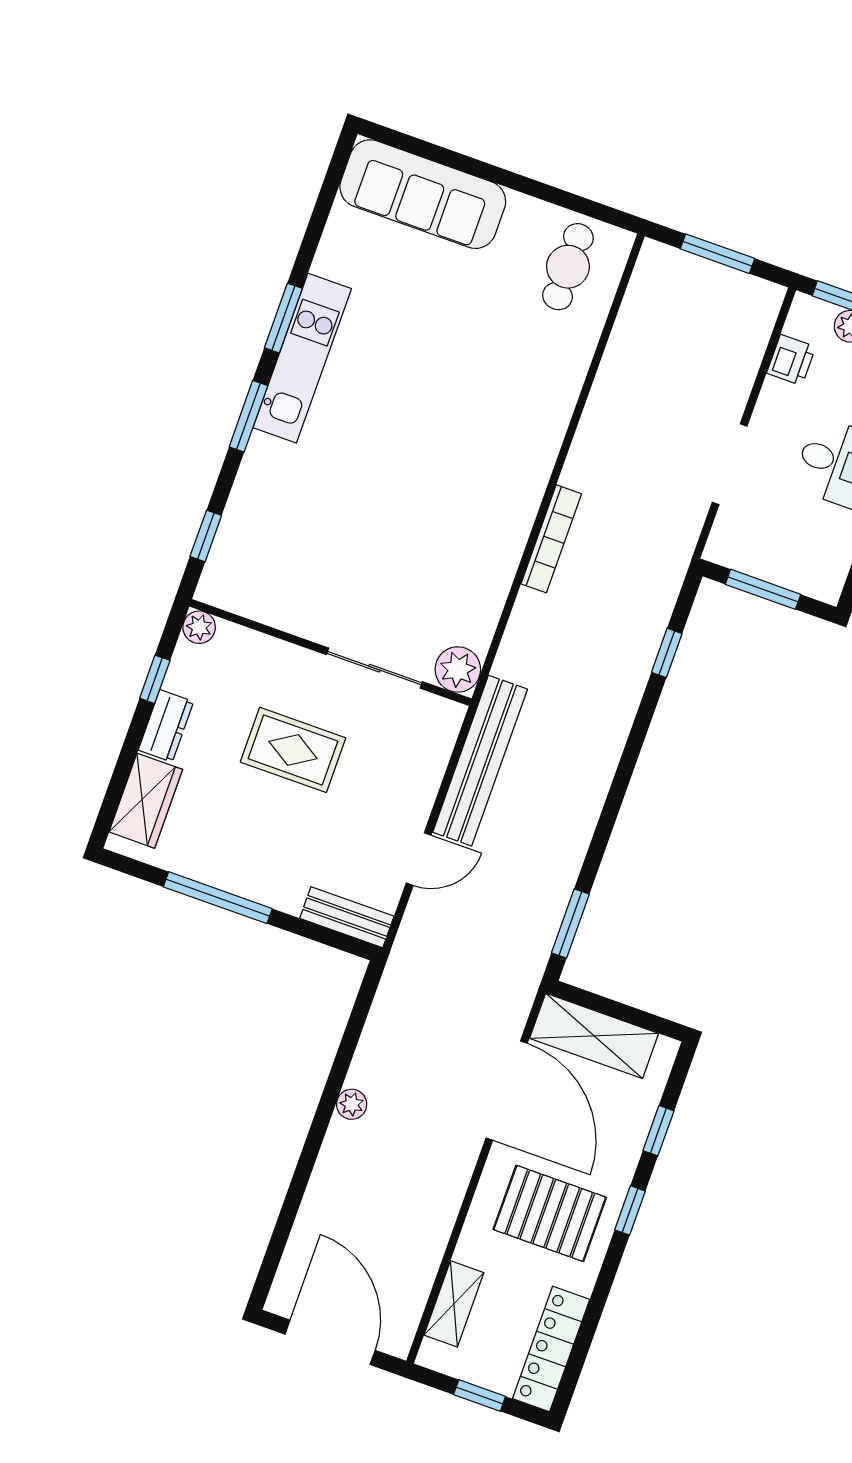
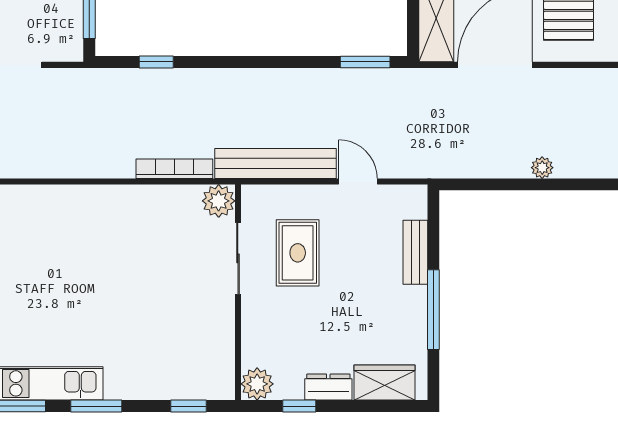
bookcase: (551, 539) -> (174, 169), moved
plant: (199, 627) -> (257, 384), width x1.38, depth x1.38
rug: (293, 750) -> (298, 253), moved
bench: (347, 917) -> (415, 252), moved

